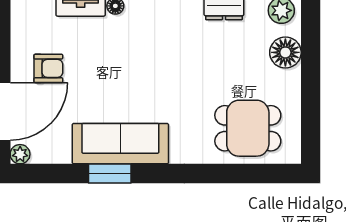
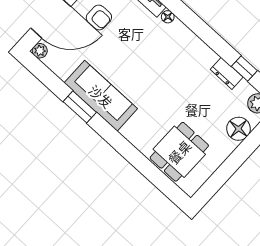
dining table: (248, 128) -> (179, 152), turned 90

